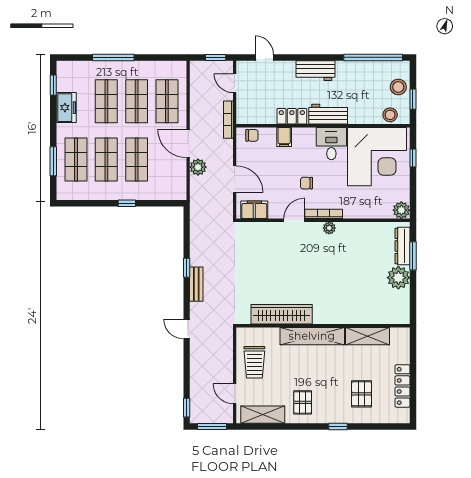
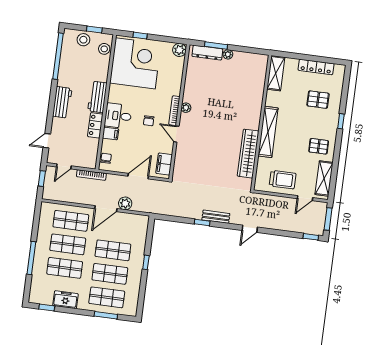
desk: (331, 144) -> (118, 116), moved
plant: (398, 278) -> (228, 54), width x0.53, depth x0.53
shelving: (368, 336) -> (276, 73), moved

